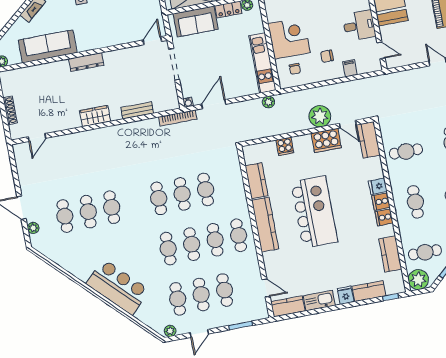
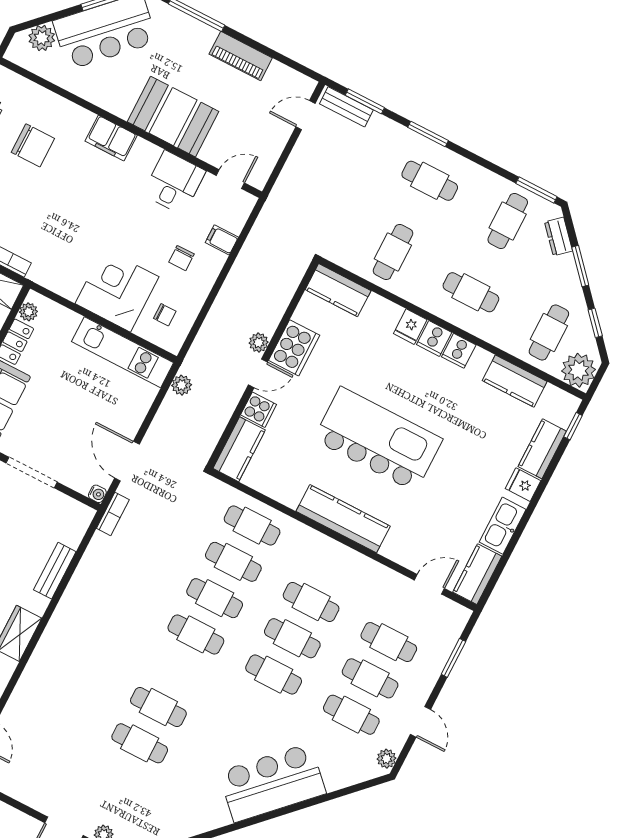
plant: (320, 116) -> (259, 343), width x0.53, depth x0.53
bookcase: (178, 118) -> (113, 514), width x0.64
door: (348, 124) -> (258, 373), moved
kitchen counter: (256, 181) -> (239, 449), moved, turned 90
cafe table: (65, 216) -> (121, 780), removed
cafe table: (239, 235) -> (252, 526), moved

